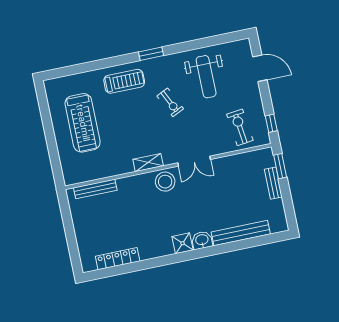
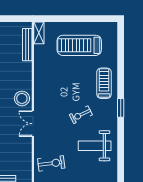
treadmill: (124, 81) -> (104, 83), turned 180
shelving: (148, 163) -> (39, 33), moved

